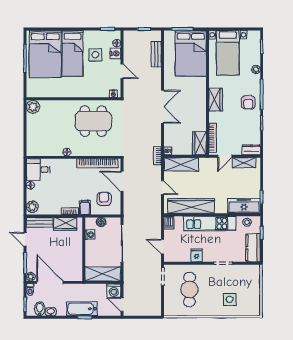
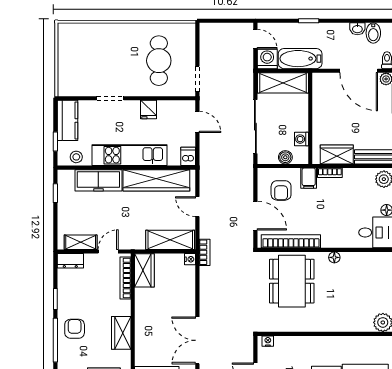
double door: (162, 107) -> (197, 340), moved
dining table: (93, 121) -> (292, 281), moved, turned 90
freezer: (244, 206) -> (98, 180), moved
side table: (230, 299) -> (101, 46), removed
bathtub: (82, 309) -> (300, 59), moved, turned 180

